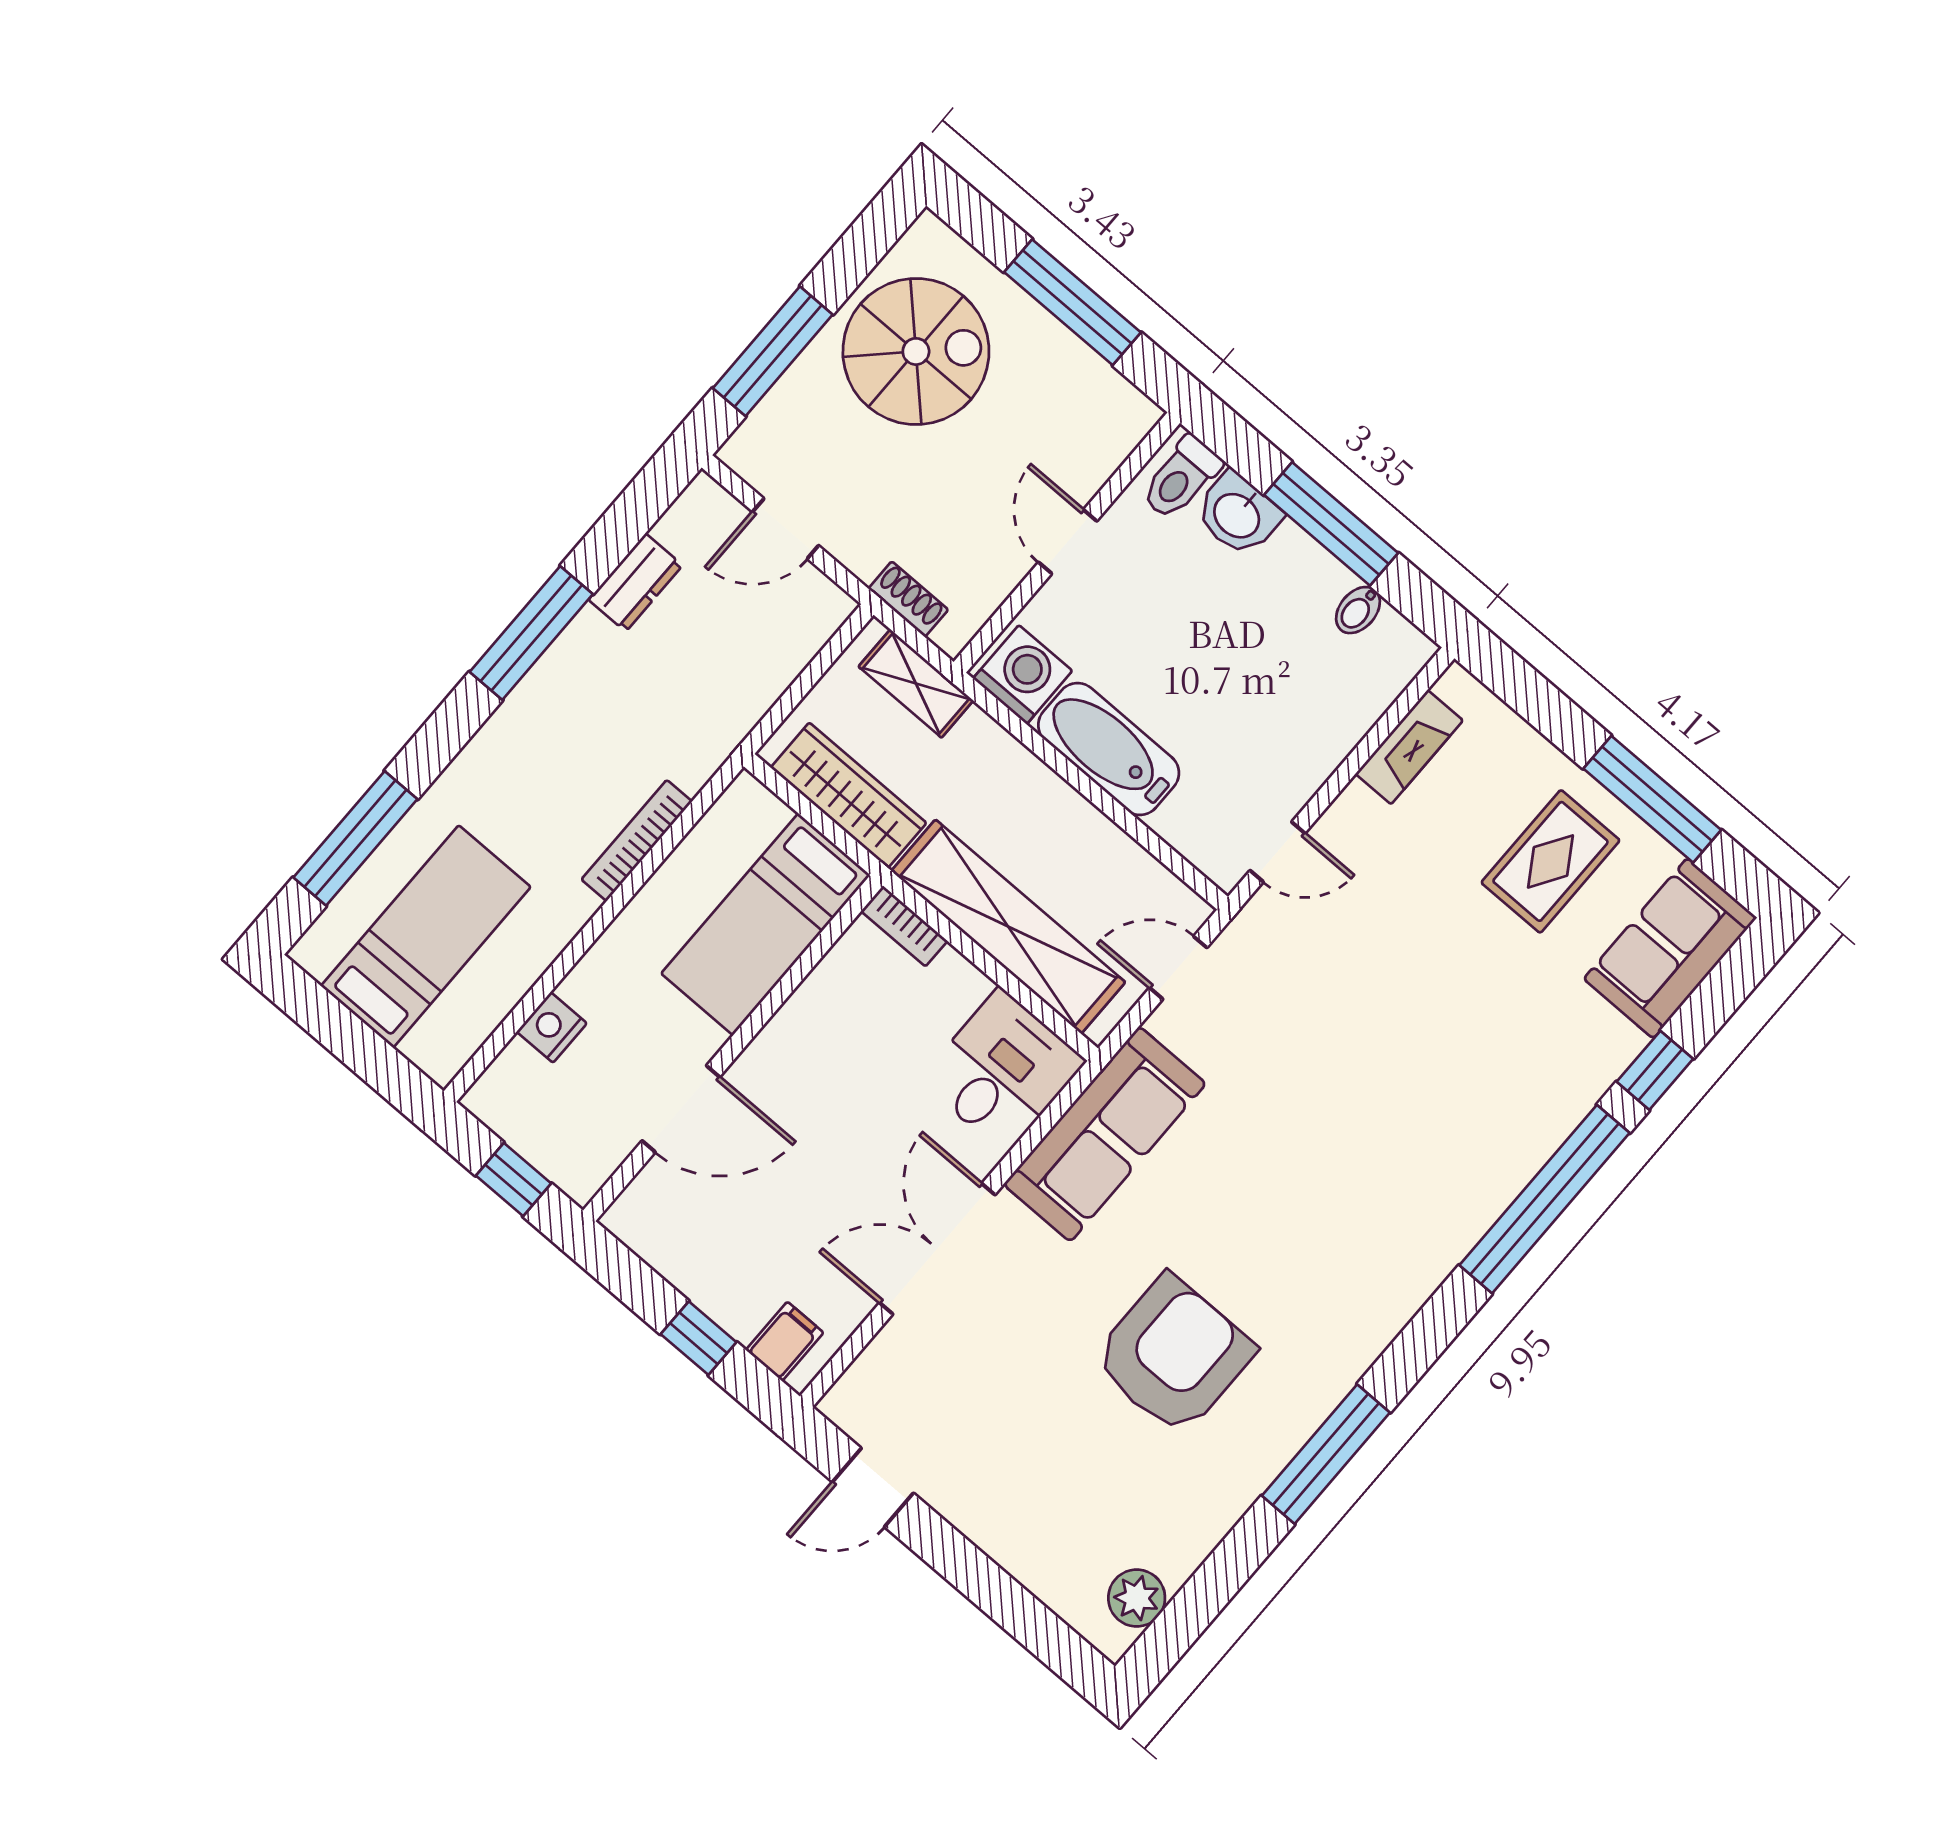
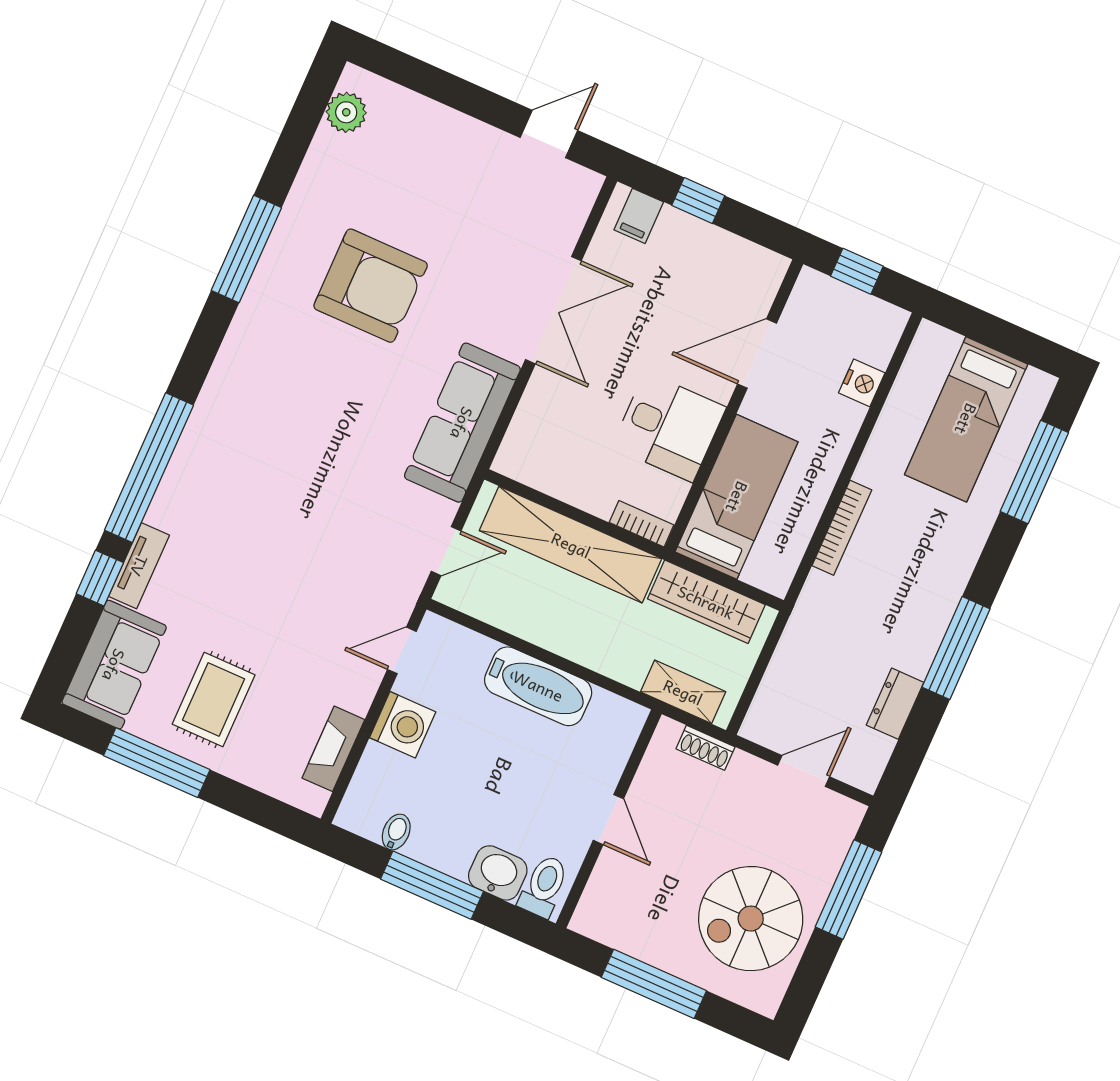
washing machine: (1023, 675) -> (403, 725), moved, turned -90
desk: (1002, 1071) -> (669, 427), moved, turned -90
tv unit: (1597, 1071) -> (139, 566), added
armchair: (1173, 1355) -> (371, 286), turned -90

